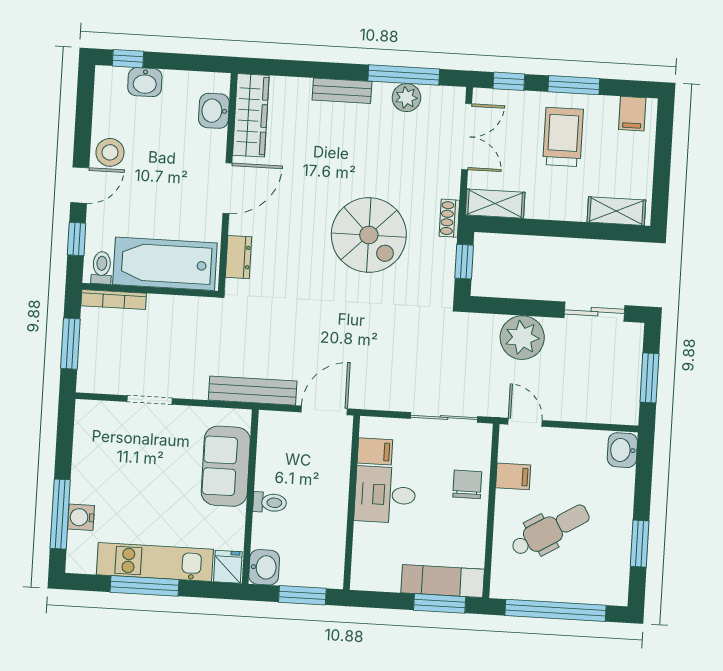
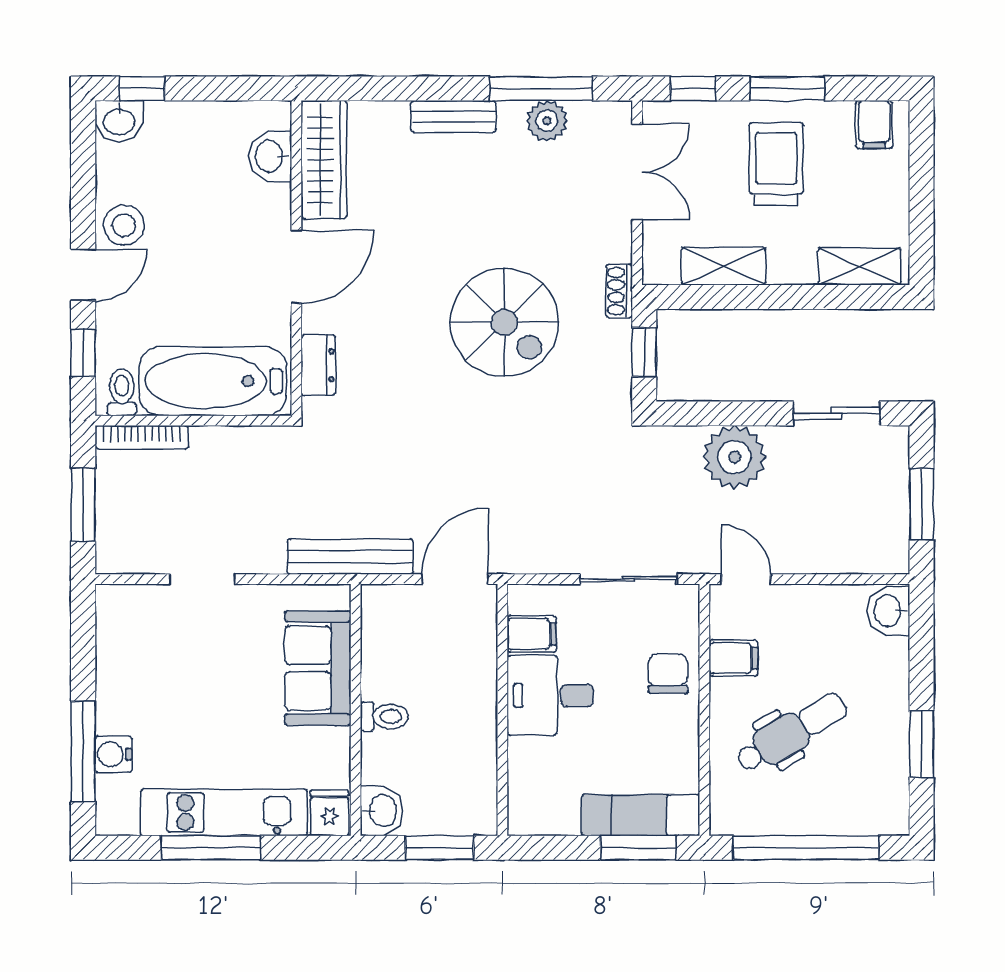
washbasin: (145, 82) -> (119, 121), moved
shelving: (495, 204) -> (723, 266), moved

